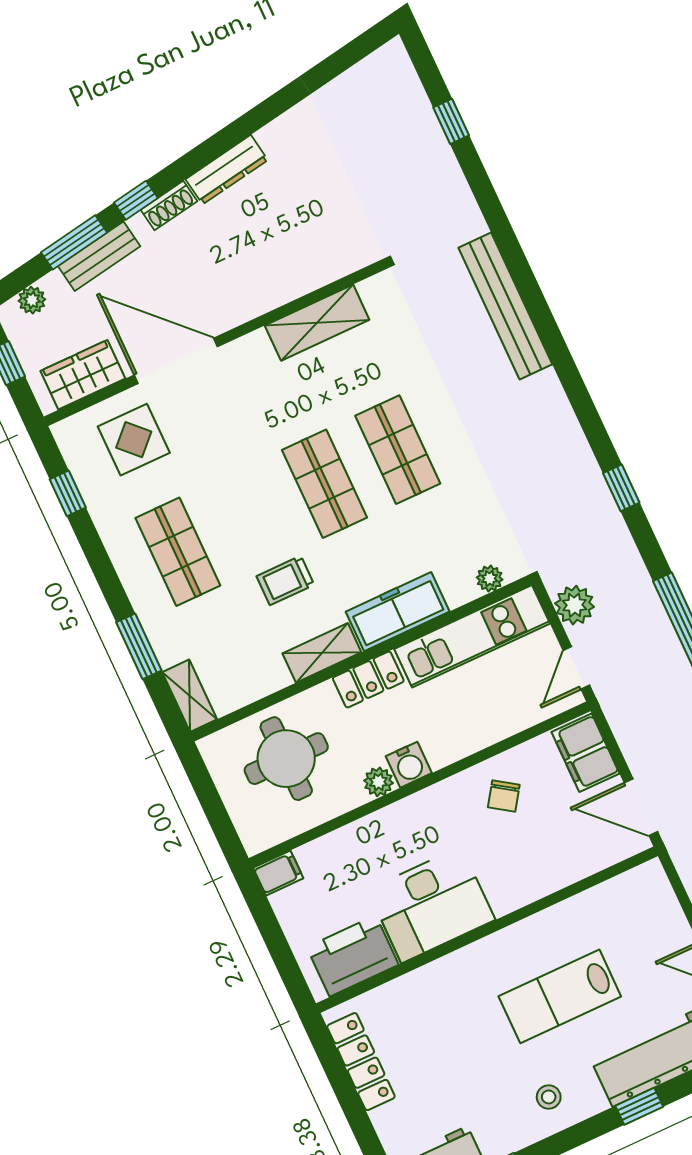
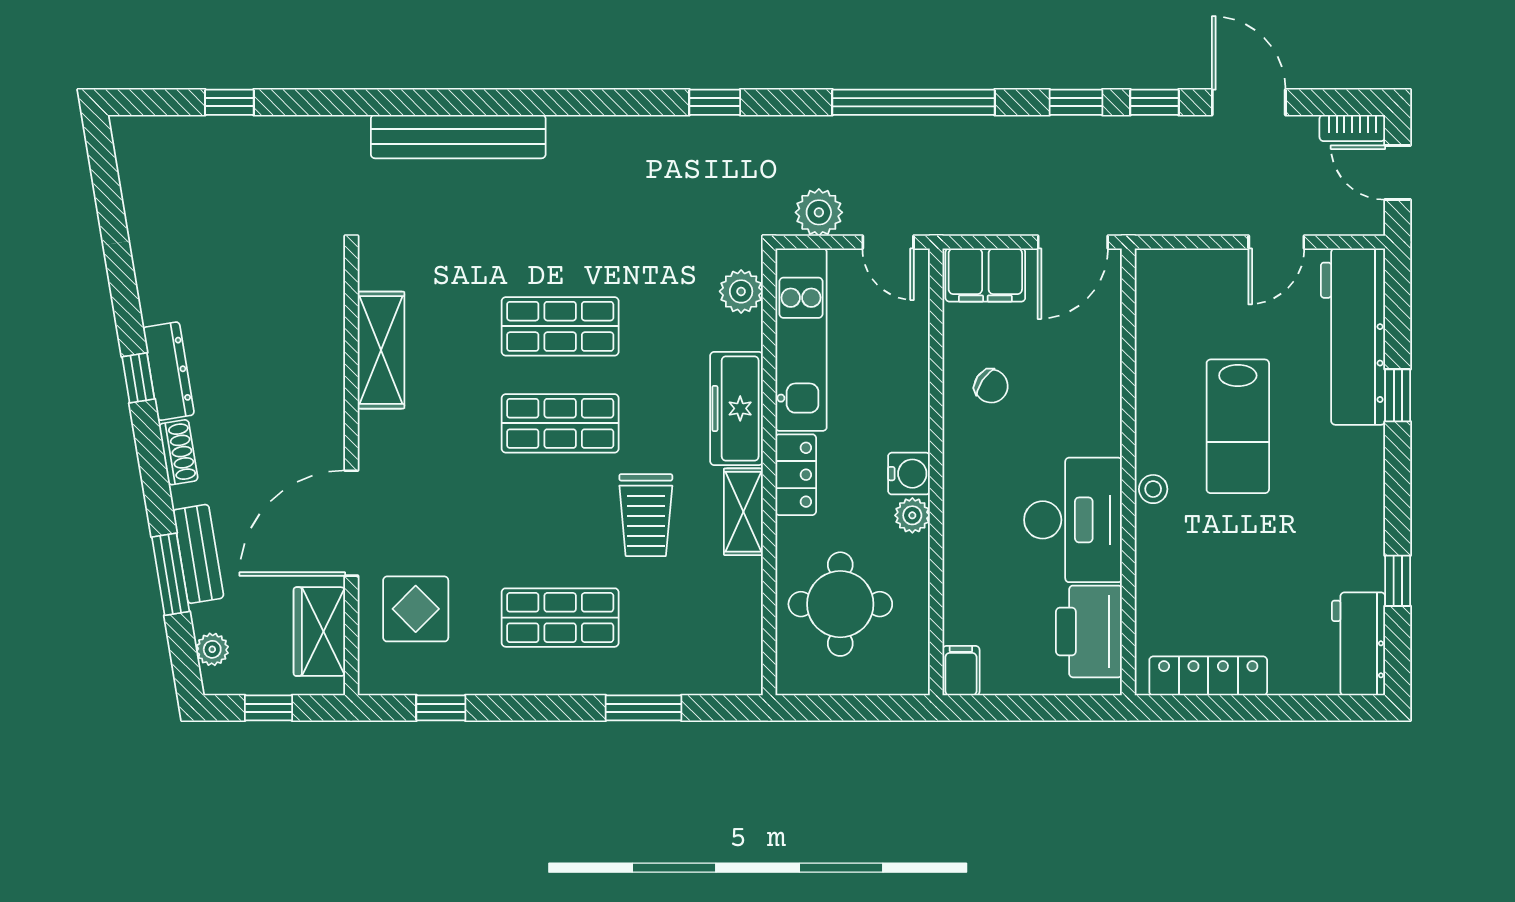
window: (136, 200) -> (138, 378), moved
plant: (490, 579) -> (741, 291), width x1.38, depth x1.38
trolley: (285, 581) -> (646, 515), width x1.36, depth x1.39
shelving: (190, 696) -> (723, 678), removed
stool: (549, 1097) -> (1153, 489), moved

